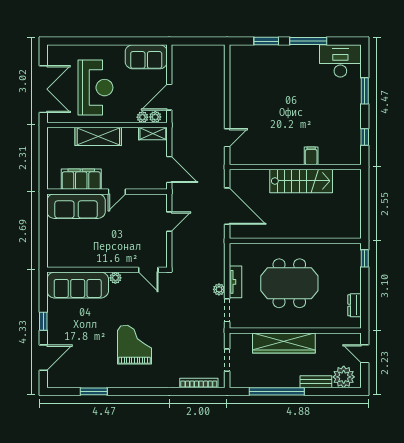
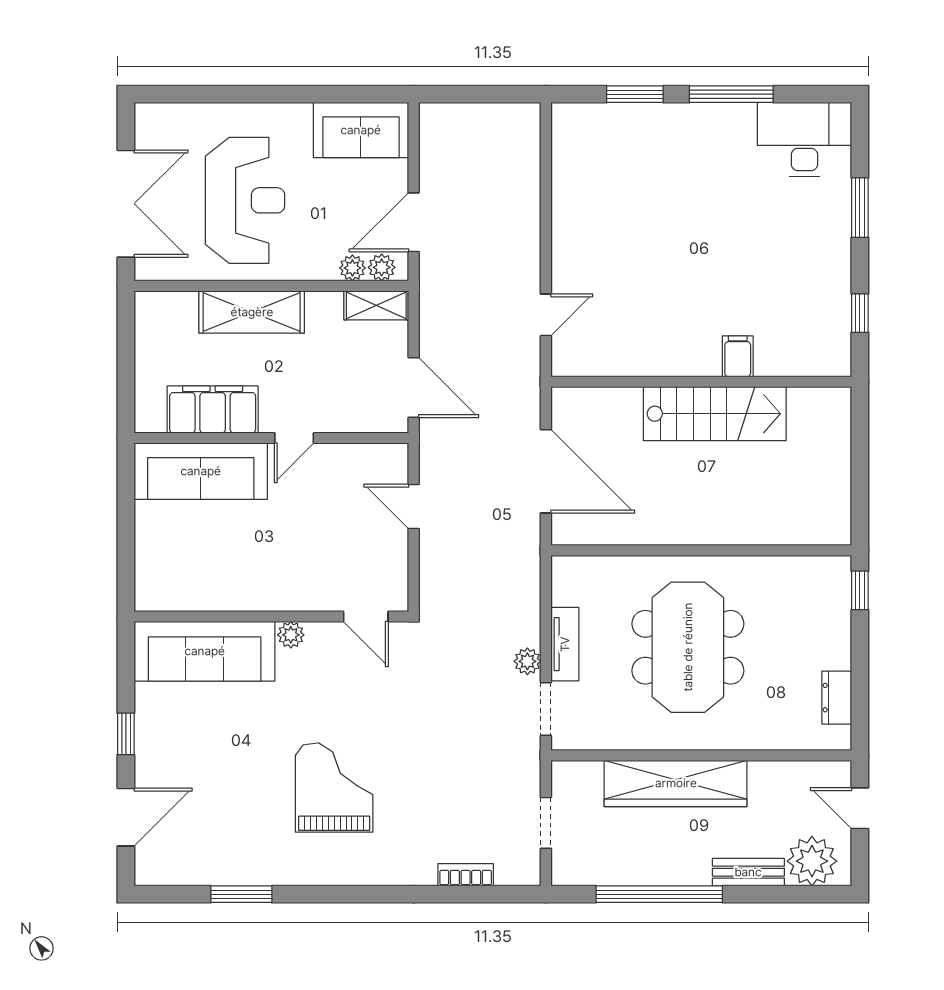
door: (169, 222) -> (414, 507), swing flipped
meeting table: (289, 283) -> (688, 647), turned 90
bookcase: (199, 383) -> (466, 875), width x0.64

